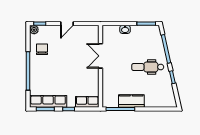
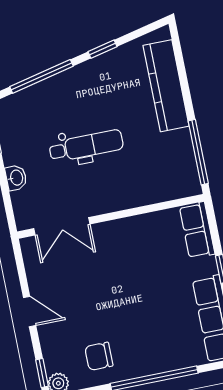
double door: (101, 56) -> (62, 226), moved
dental chair: (148, 67) -> (86, 146), moved, turned -90
kitchen counter: (131, 101) -> (166, 86), moved, width x1.50

